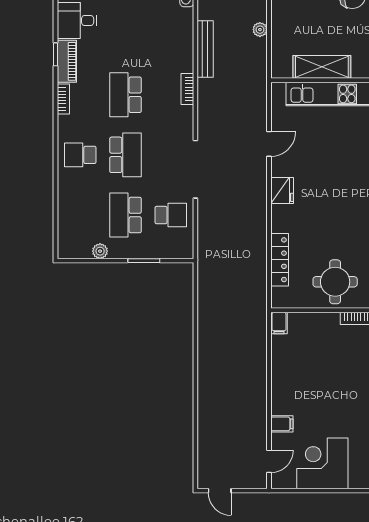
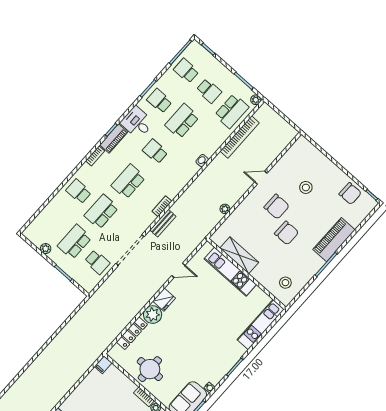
school desk: (125, 35) -> (155, 151), added
bench: (205, 49) -> (163, 223), moved, width x0.73
school desk: (125, 155) -> (101, 212), turned 180
plant: (284, 218) -> (153, 315), added

